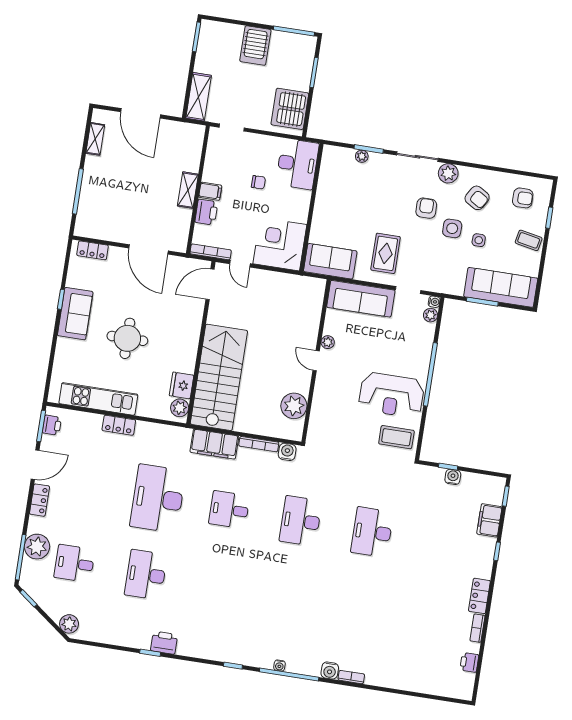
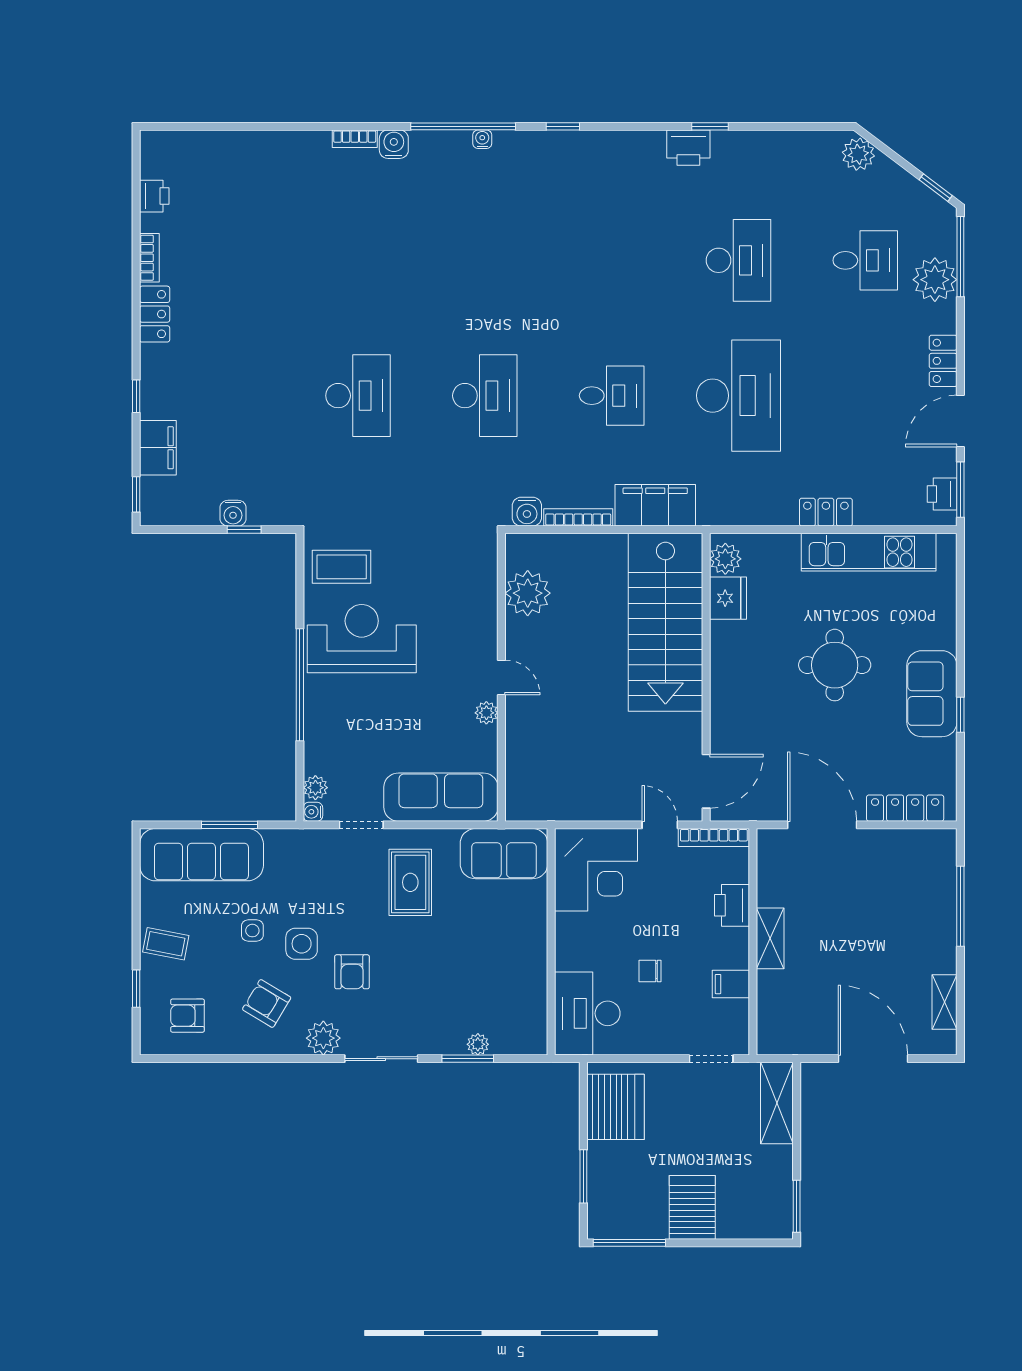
filing cabinet: (210, 191) -> (731, 984), moved
locker: (93, 250) -> (905, 808), width x1.53

